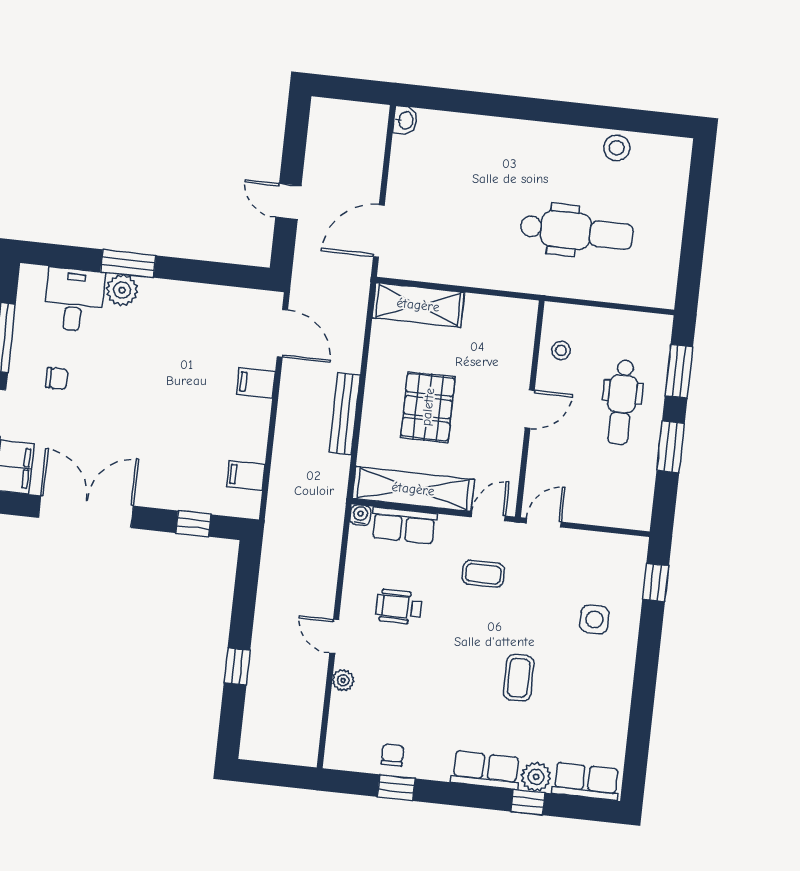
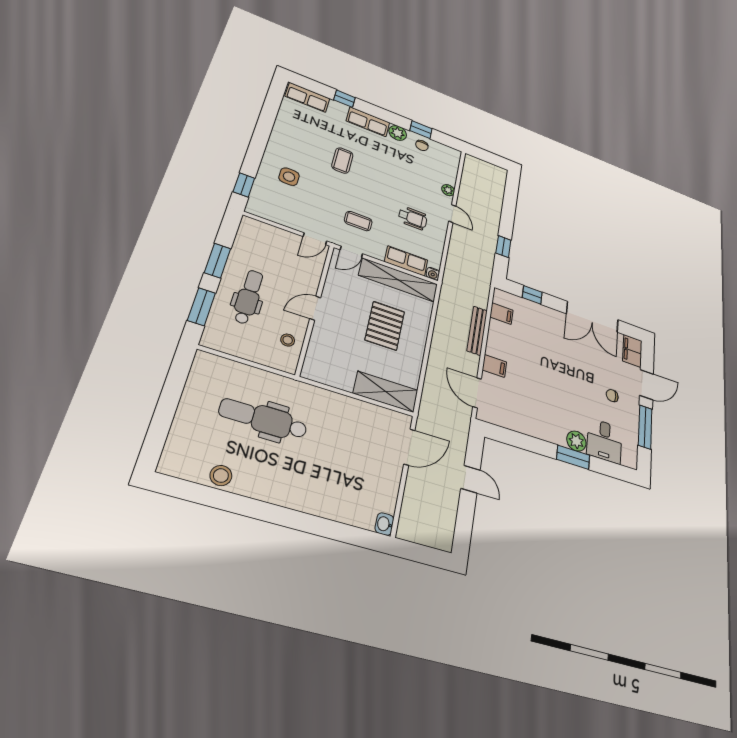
bench: (345, 414) -> (477, 331), moved
window: (237, 666) -> (503, 247), moved
plant: (536, 777) -> (398, 133), moved

